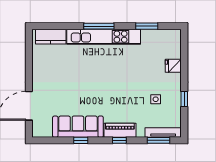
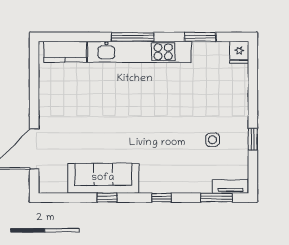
fridge: (173, 66) -> (239, 52), moved, turned -90
piano: (120, 130) -> (162, 183), removed
tv unit: (163, 132) -> (230, 186), width x0.71

